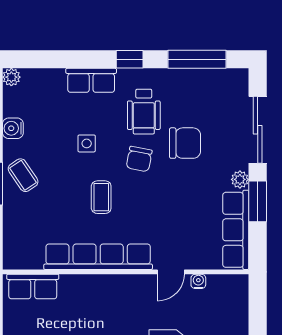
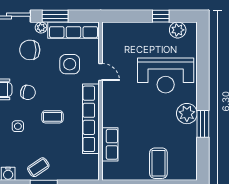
chair: (185, 143) -> (30, 50), moved, turned -90
side table: (183, 224) -> (70, 64), added
water cooler: (198, 281) -> (107, 54), removed
row of seats: (33, 286) -> (110, 144), moved

